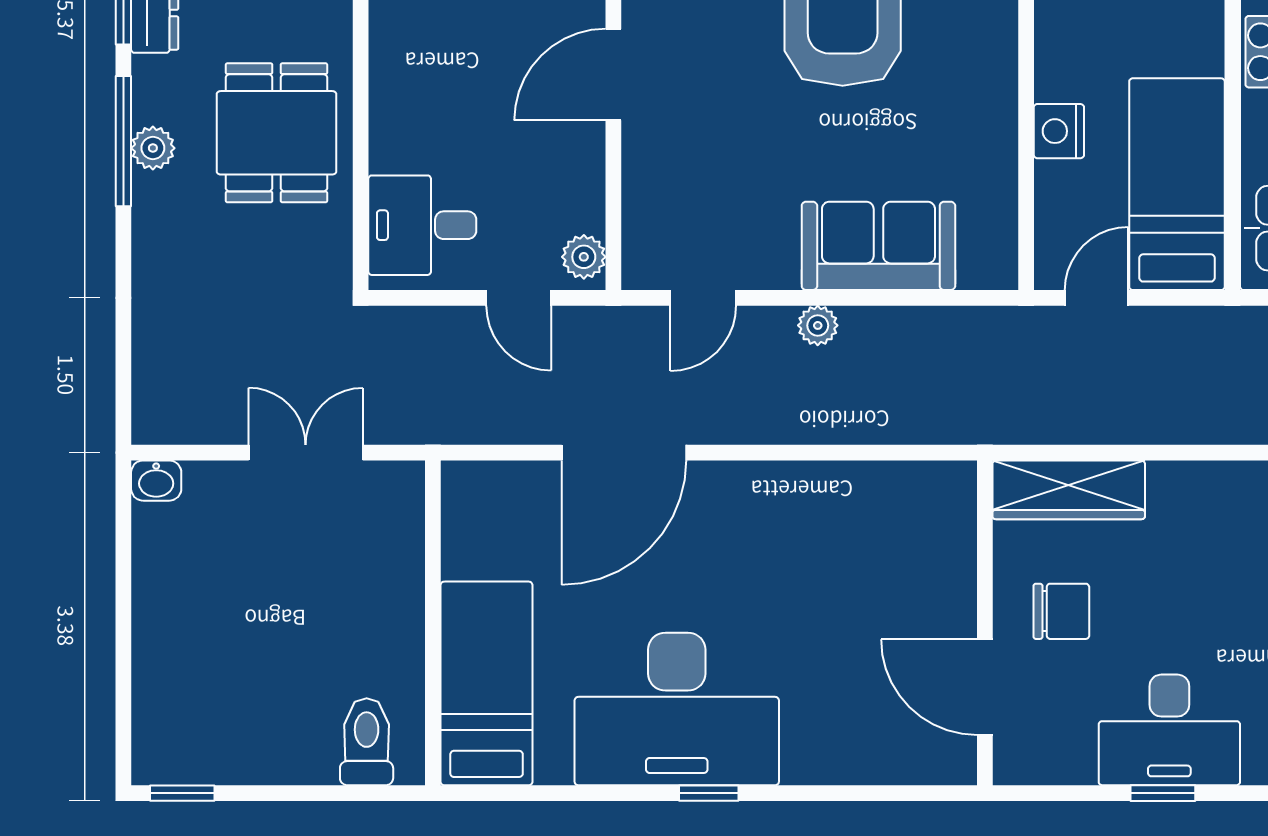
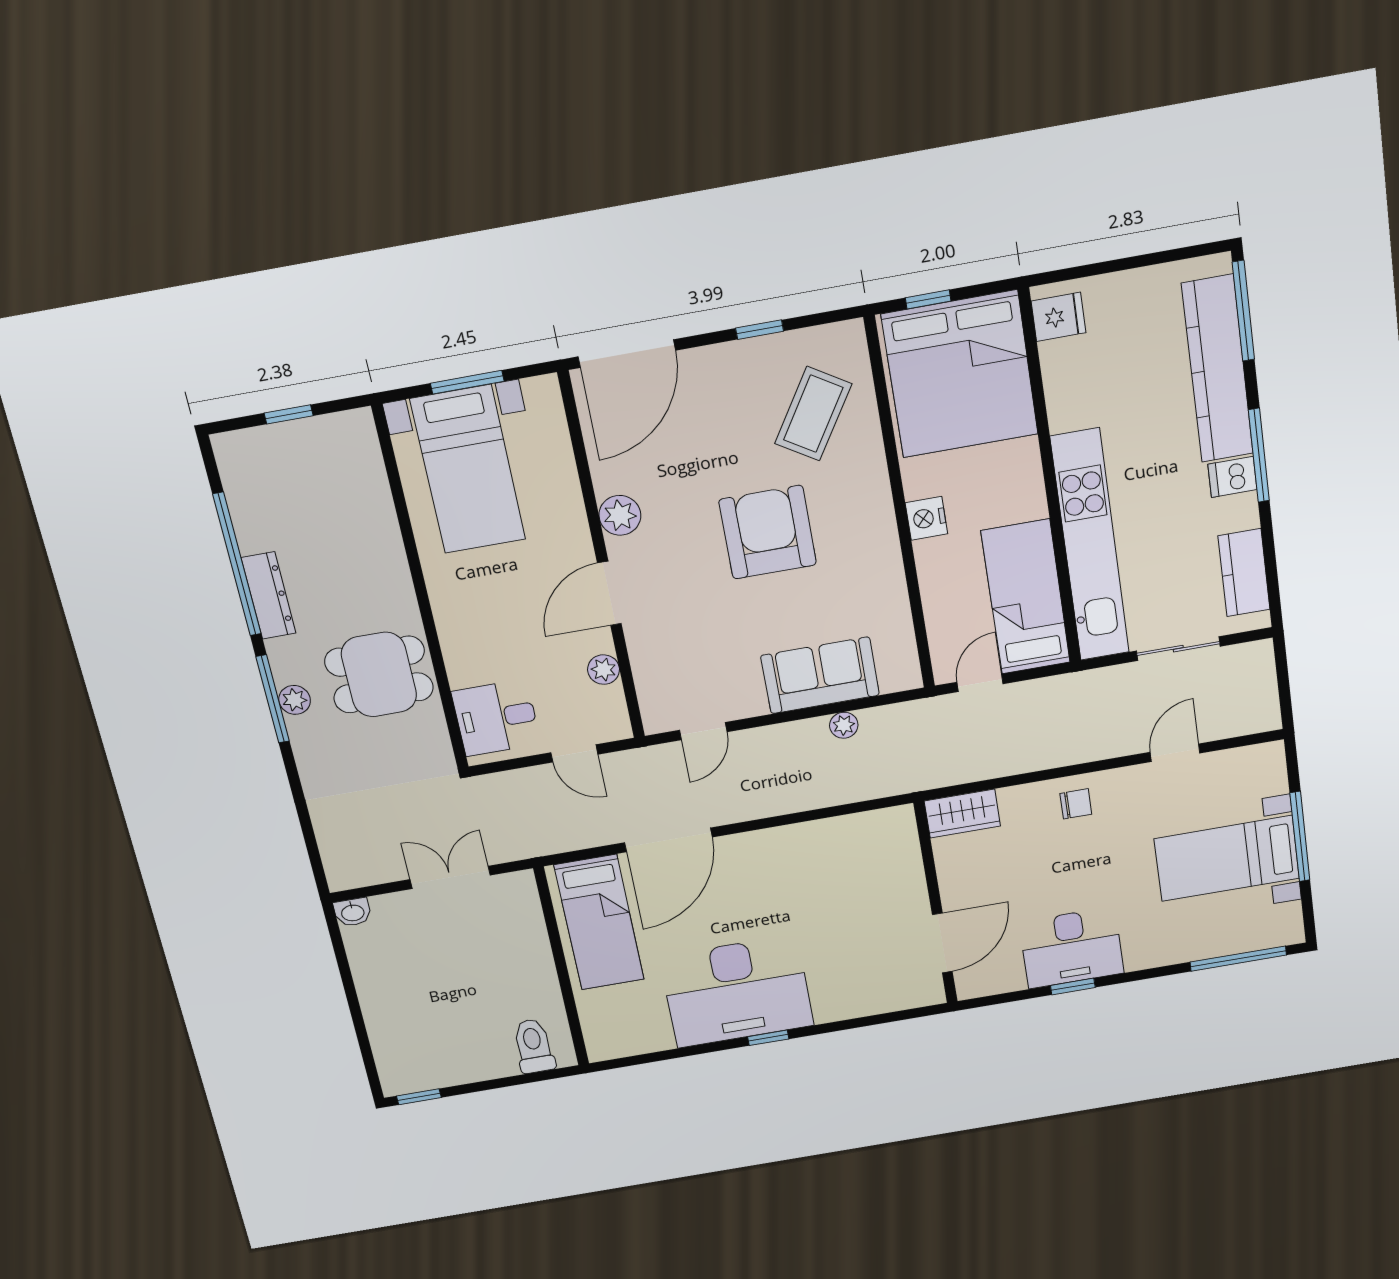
nightstand: (1059, 131) -> (926, 518), moved
dining table: (276, 133) -> (379, 675), turned 90
plant: (584, 257) -> (604, 670), moved
plant: (818, 325) -> (844, 725), moved
wardrobe: (1069, 490) -> (962, 814), width x0.67
chair: (1061, 611) -> (1076, 804), moved, width x0.73, depth x0.73
bed: (487, 683) -> (599, 922), moved, turned 180
door: (985, 687) -> (942, 943), swing flipped

